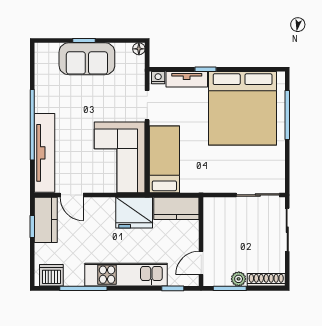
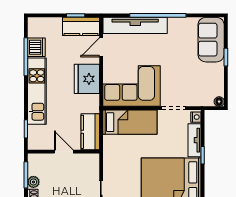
sofa: (87, 59) -> (211, 40), moved
fridge: (134, 213) -> (87, 79), moved
door: (201, 263) -> (64, 152), moved
dishwasher: (51, 275) -> (36, 47), moved

